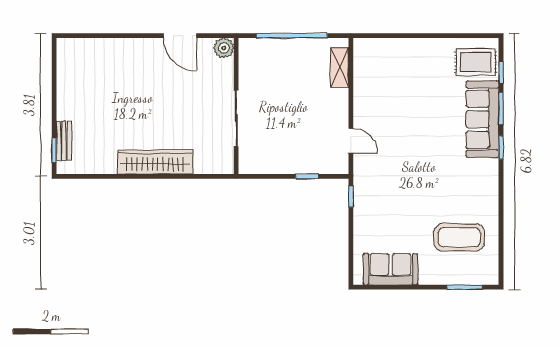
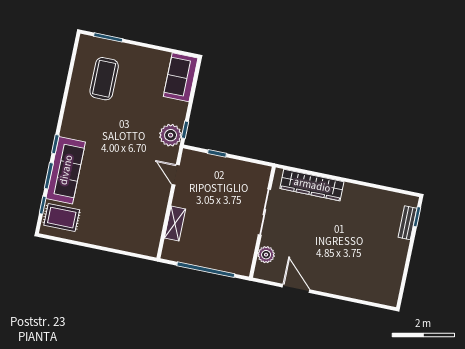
plant: (224, 48) -> (266, 255), moved
shelving: (340, 68) -> (175, 223), moved
wardrobe: (155, 162) -> (312, 185), moved
plant: (367, 187) -> (171, 135), added
coffee table: (459, 237) -> (104, 79), turned 90
sofa: (391, 269) -> (181, 77), moved, turned 90

